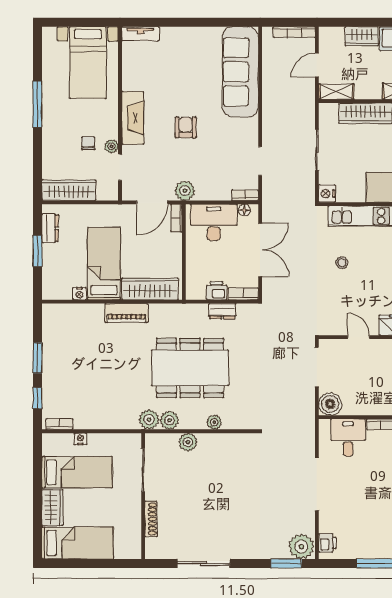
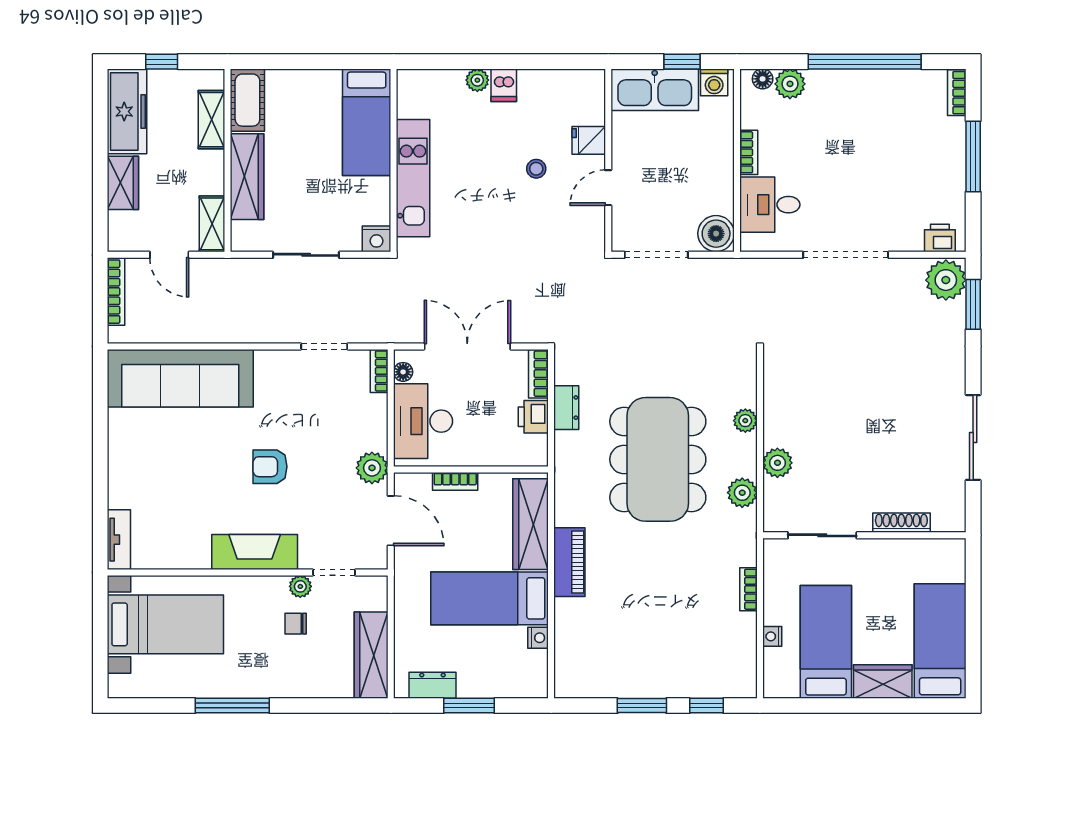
bookcase: (177, 218) -> (455, 481), moved
stool: (342, 263) -> (536, 169), moved
plant: (149, 420) -> (741, 526), removed
bookcase: (59, 424) -> (748, 589), moved

